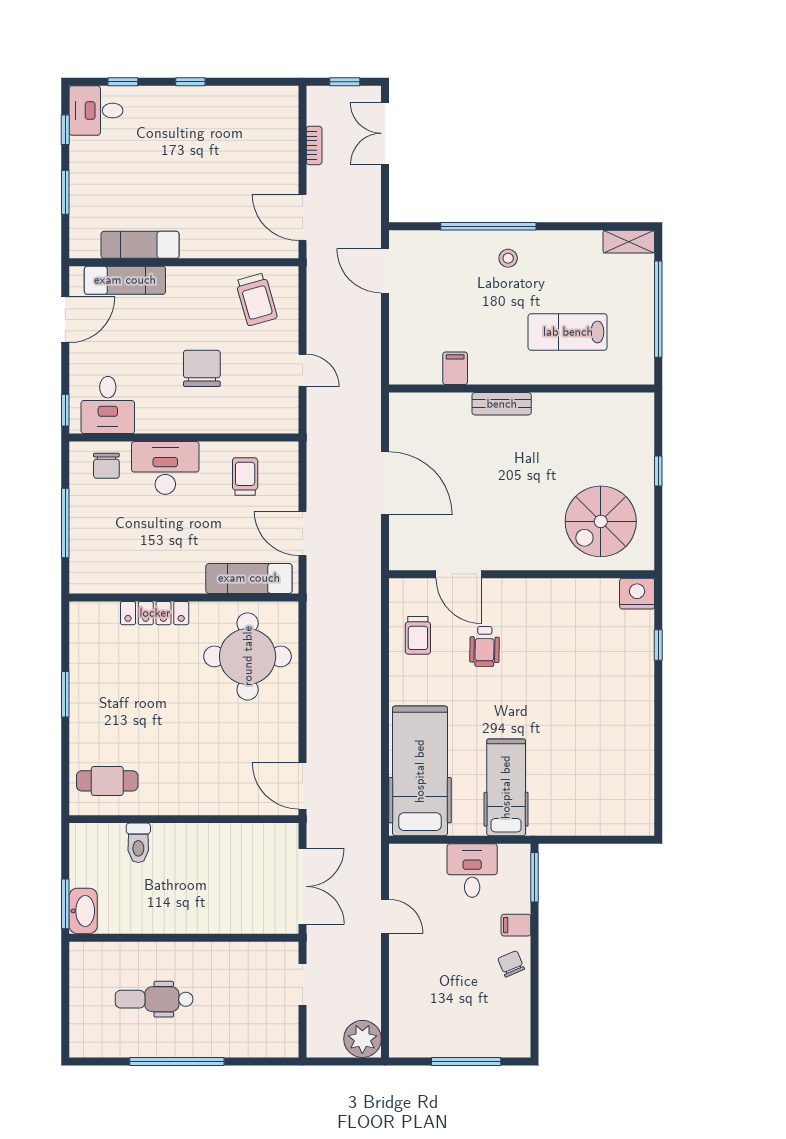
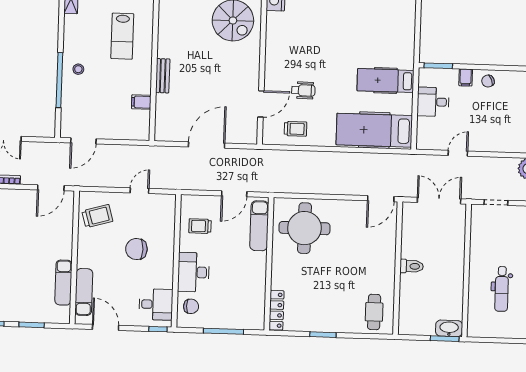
locker: (155, 613) -> (277, 310), moved
toilet: (138, 843) -> (412, 266), moved

